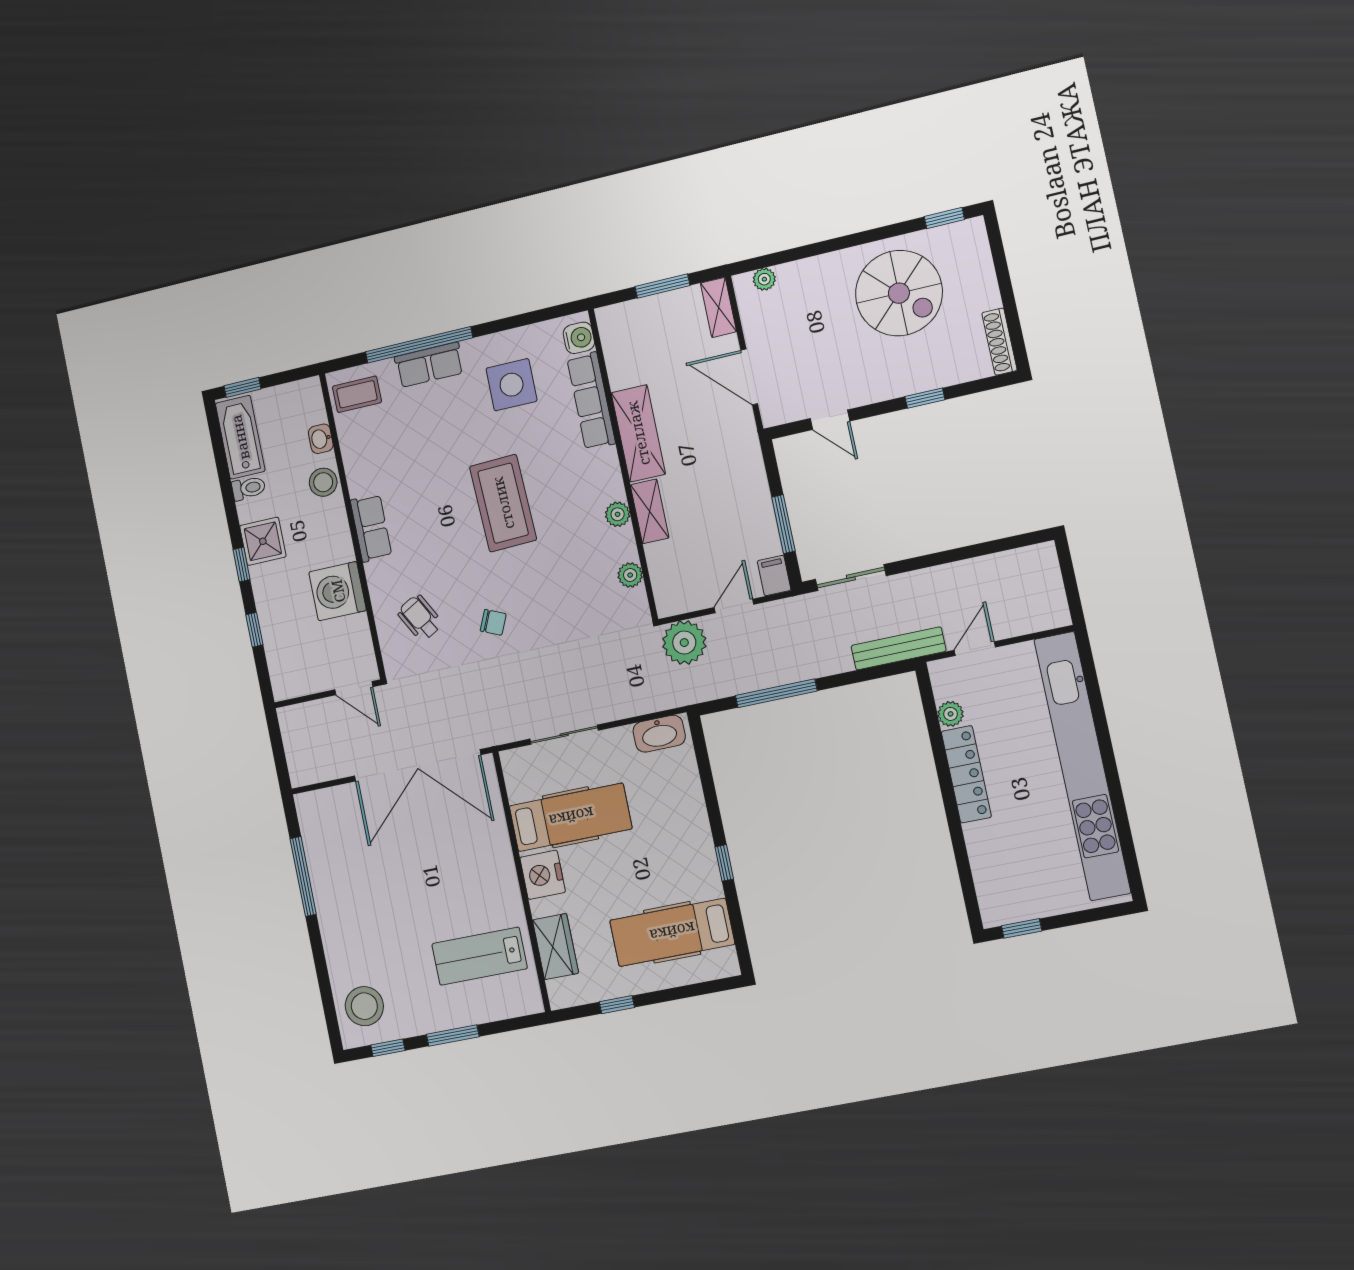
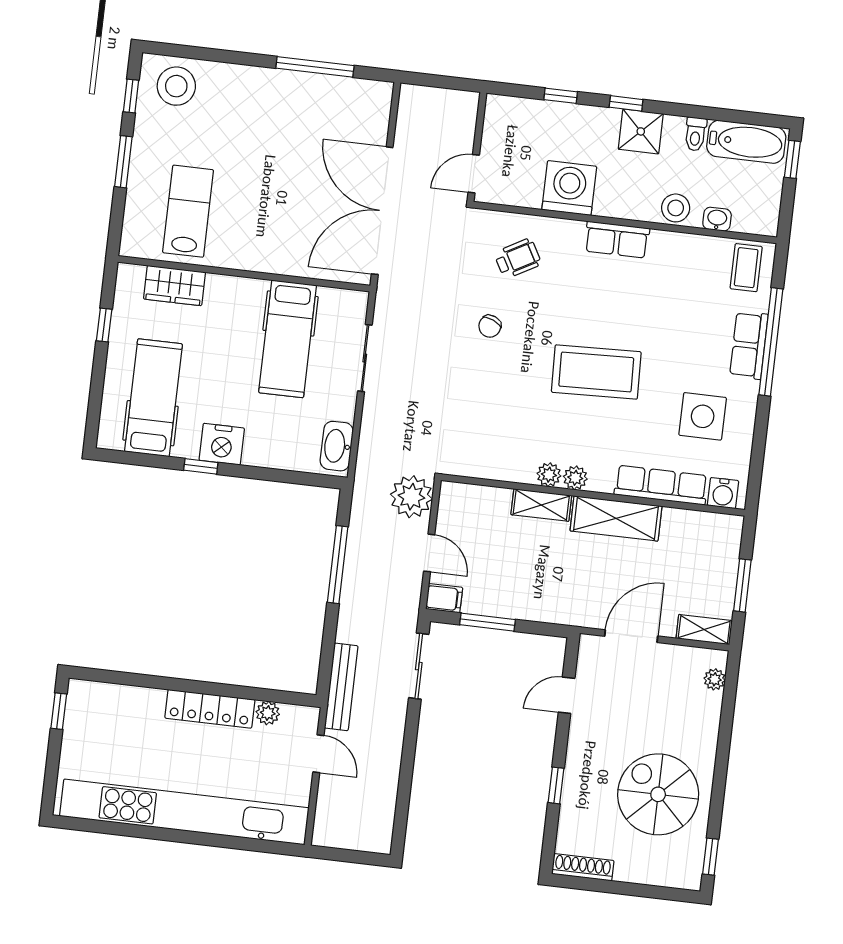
spiral stairs: (899, 293) -> (658, 794), turned 90
plant: (630, 575) -> (575, 478), moved
nightstand: (543, 875) -> (222, 444), moved, turned 180

